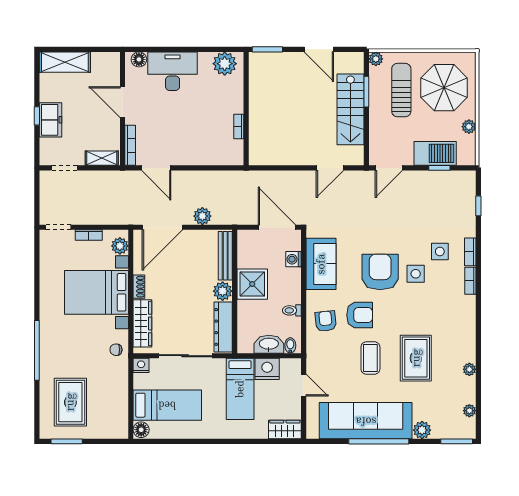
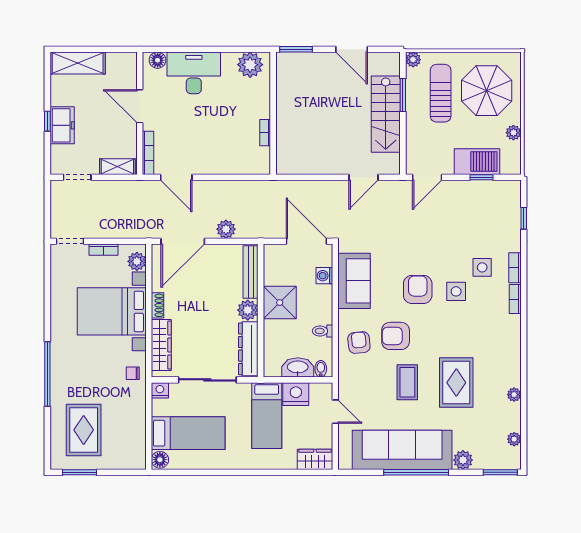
armchair: (380, 272) -> (418, 289), width x0.73, depth x0.73
armchair: (360, 315) -> (396, 336), turned 180

